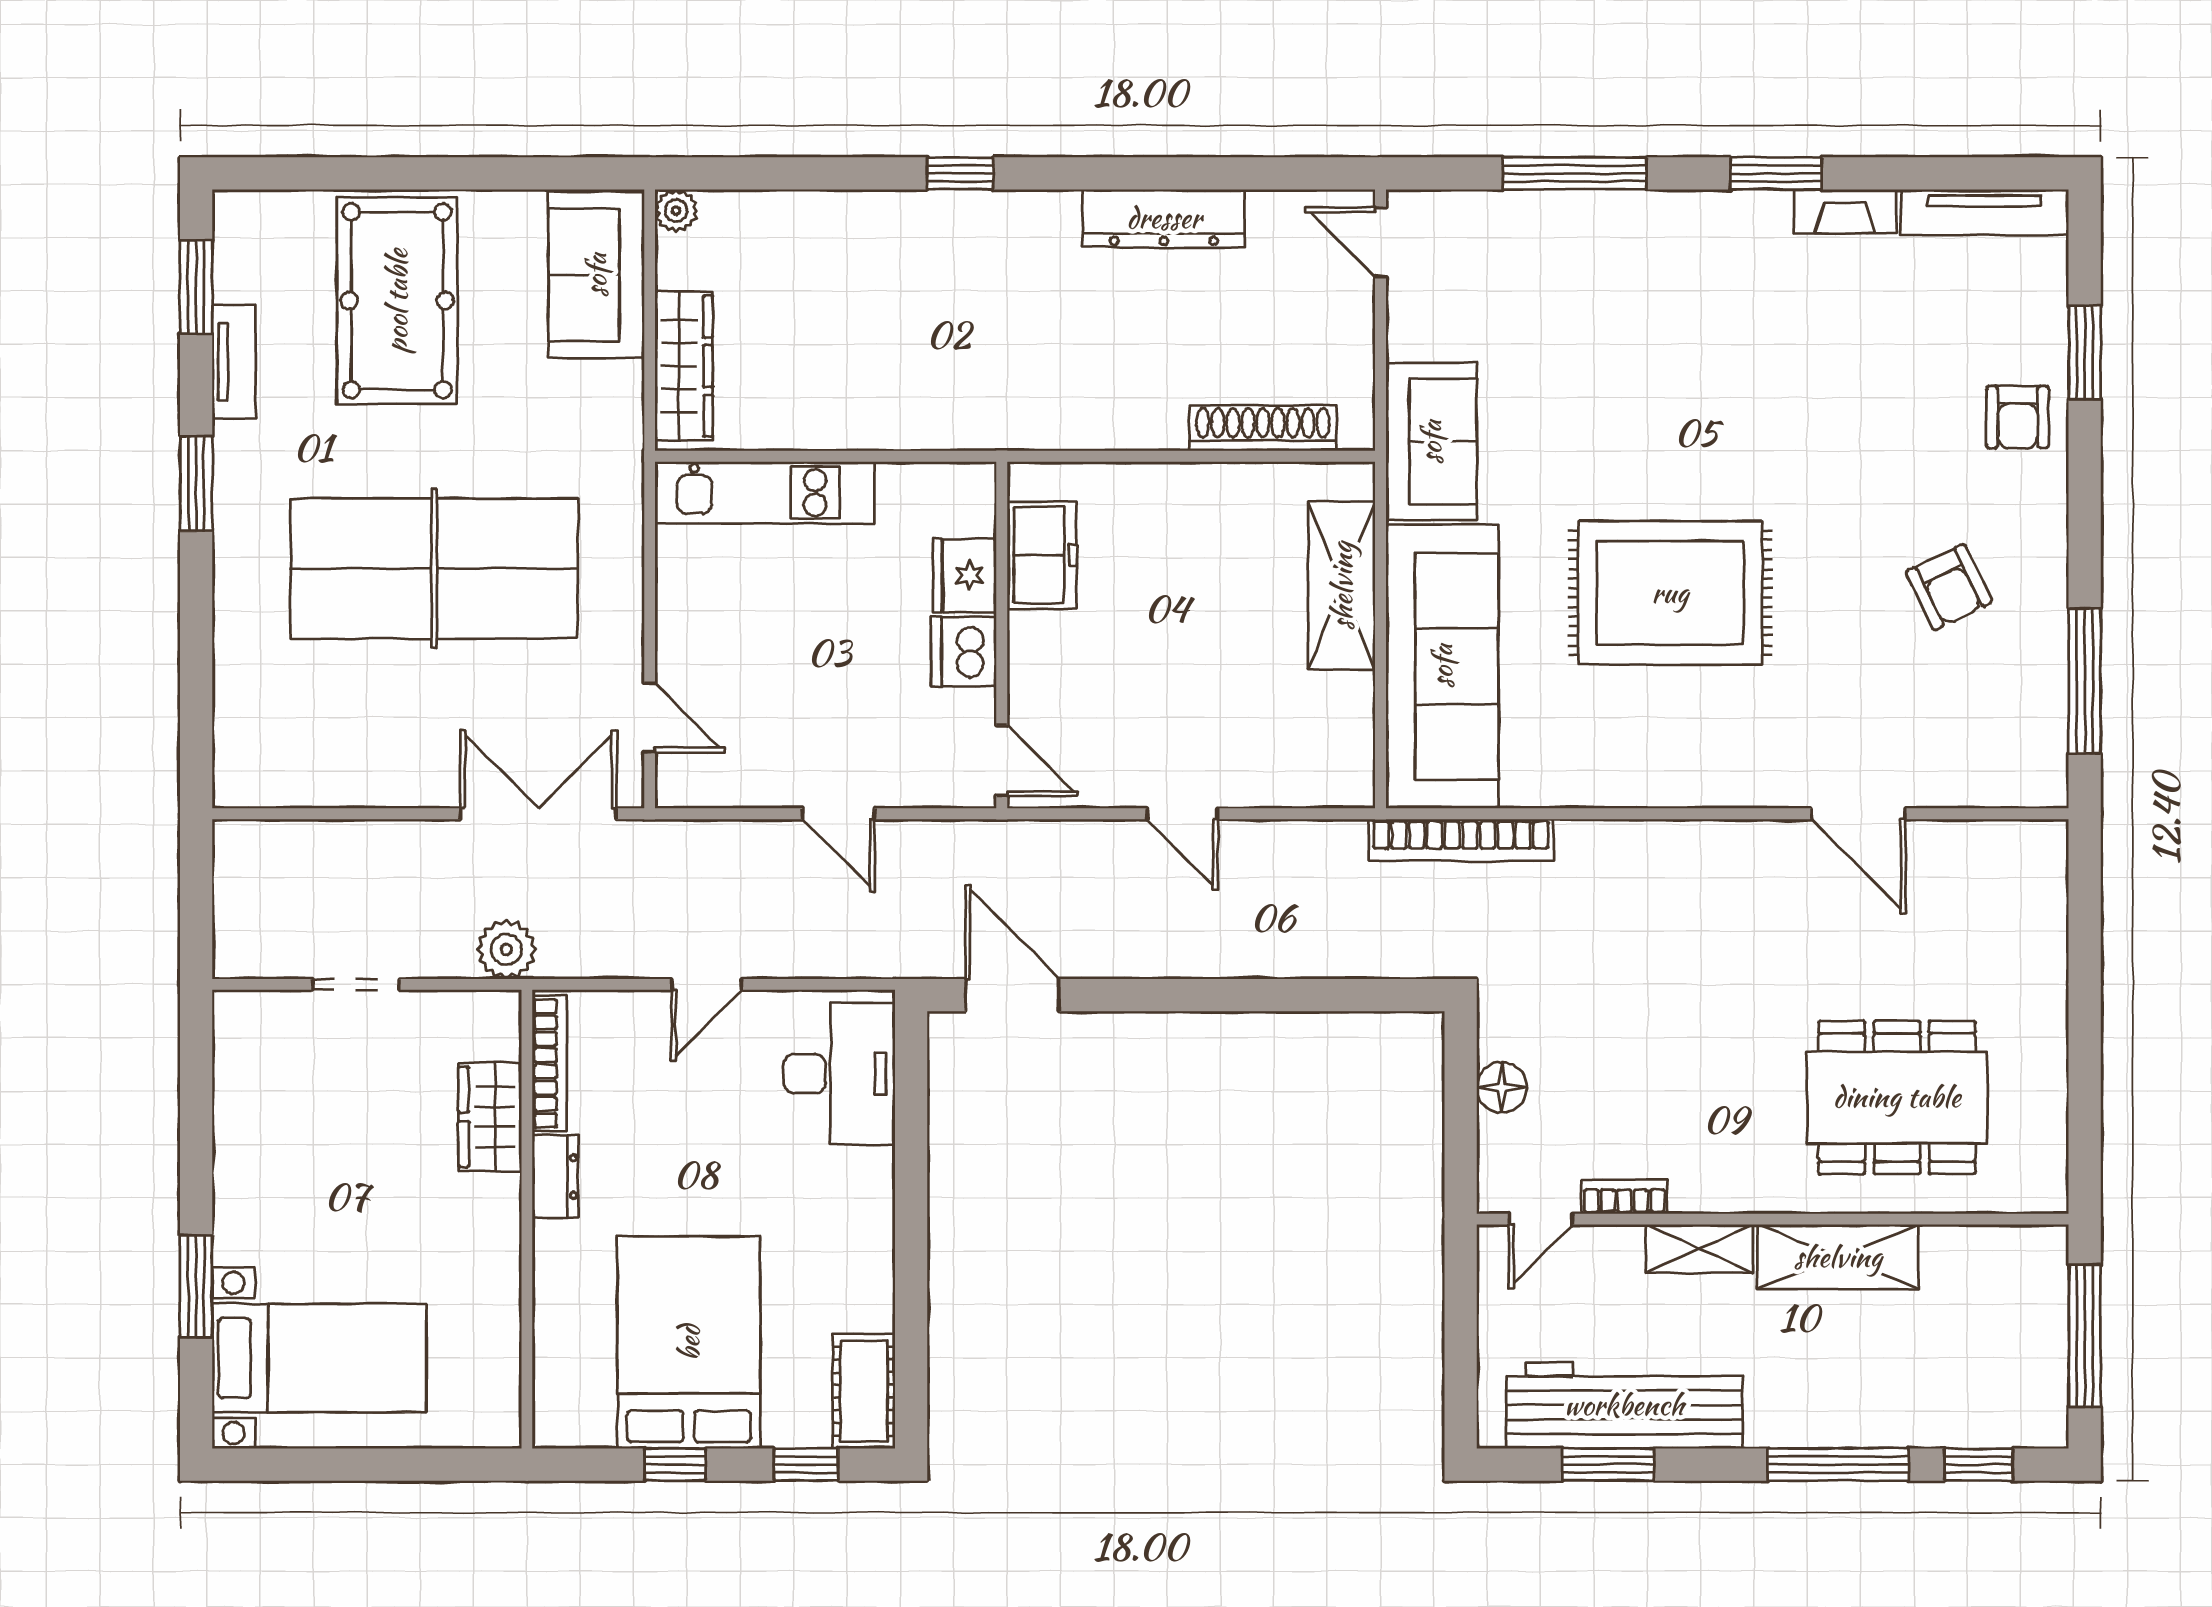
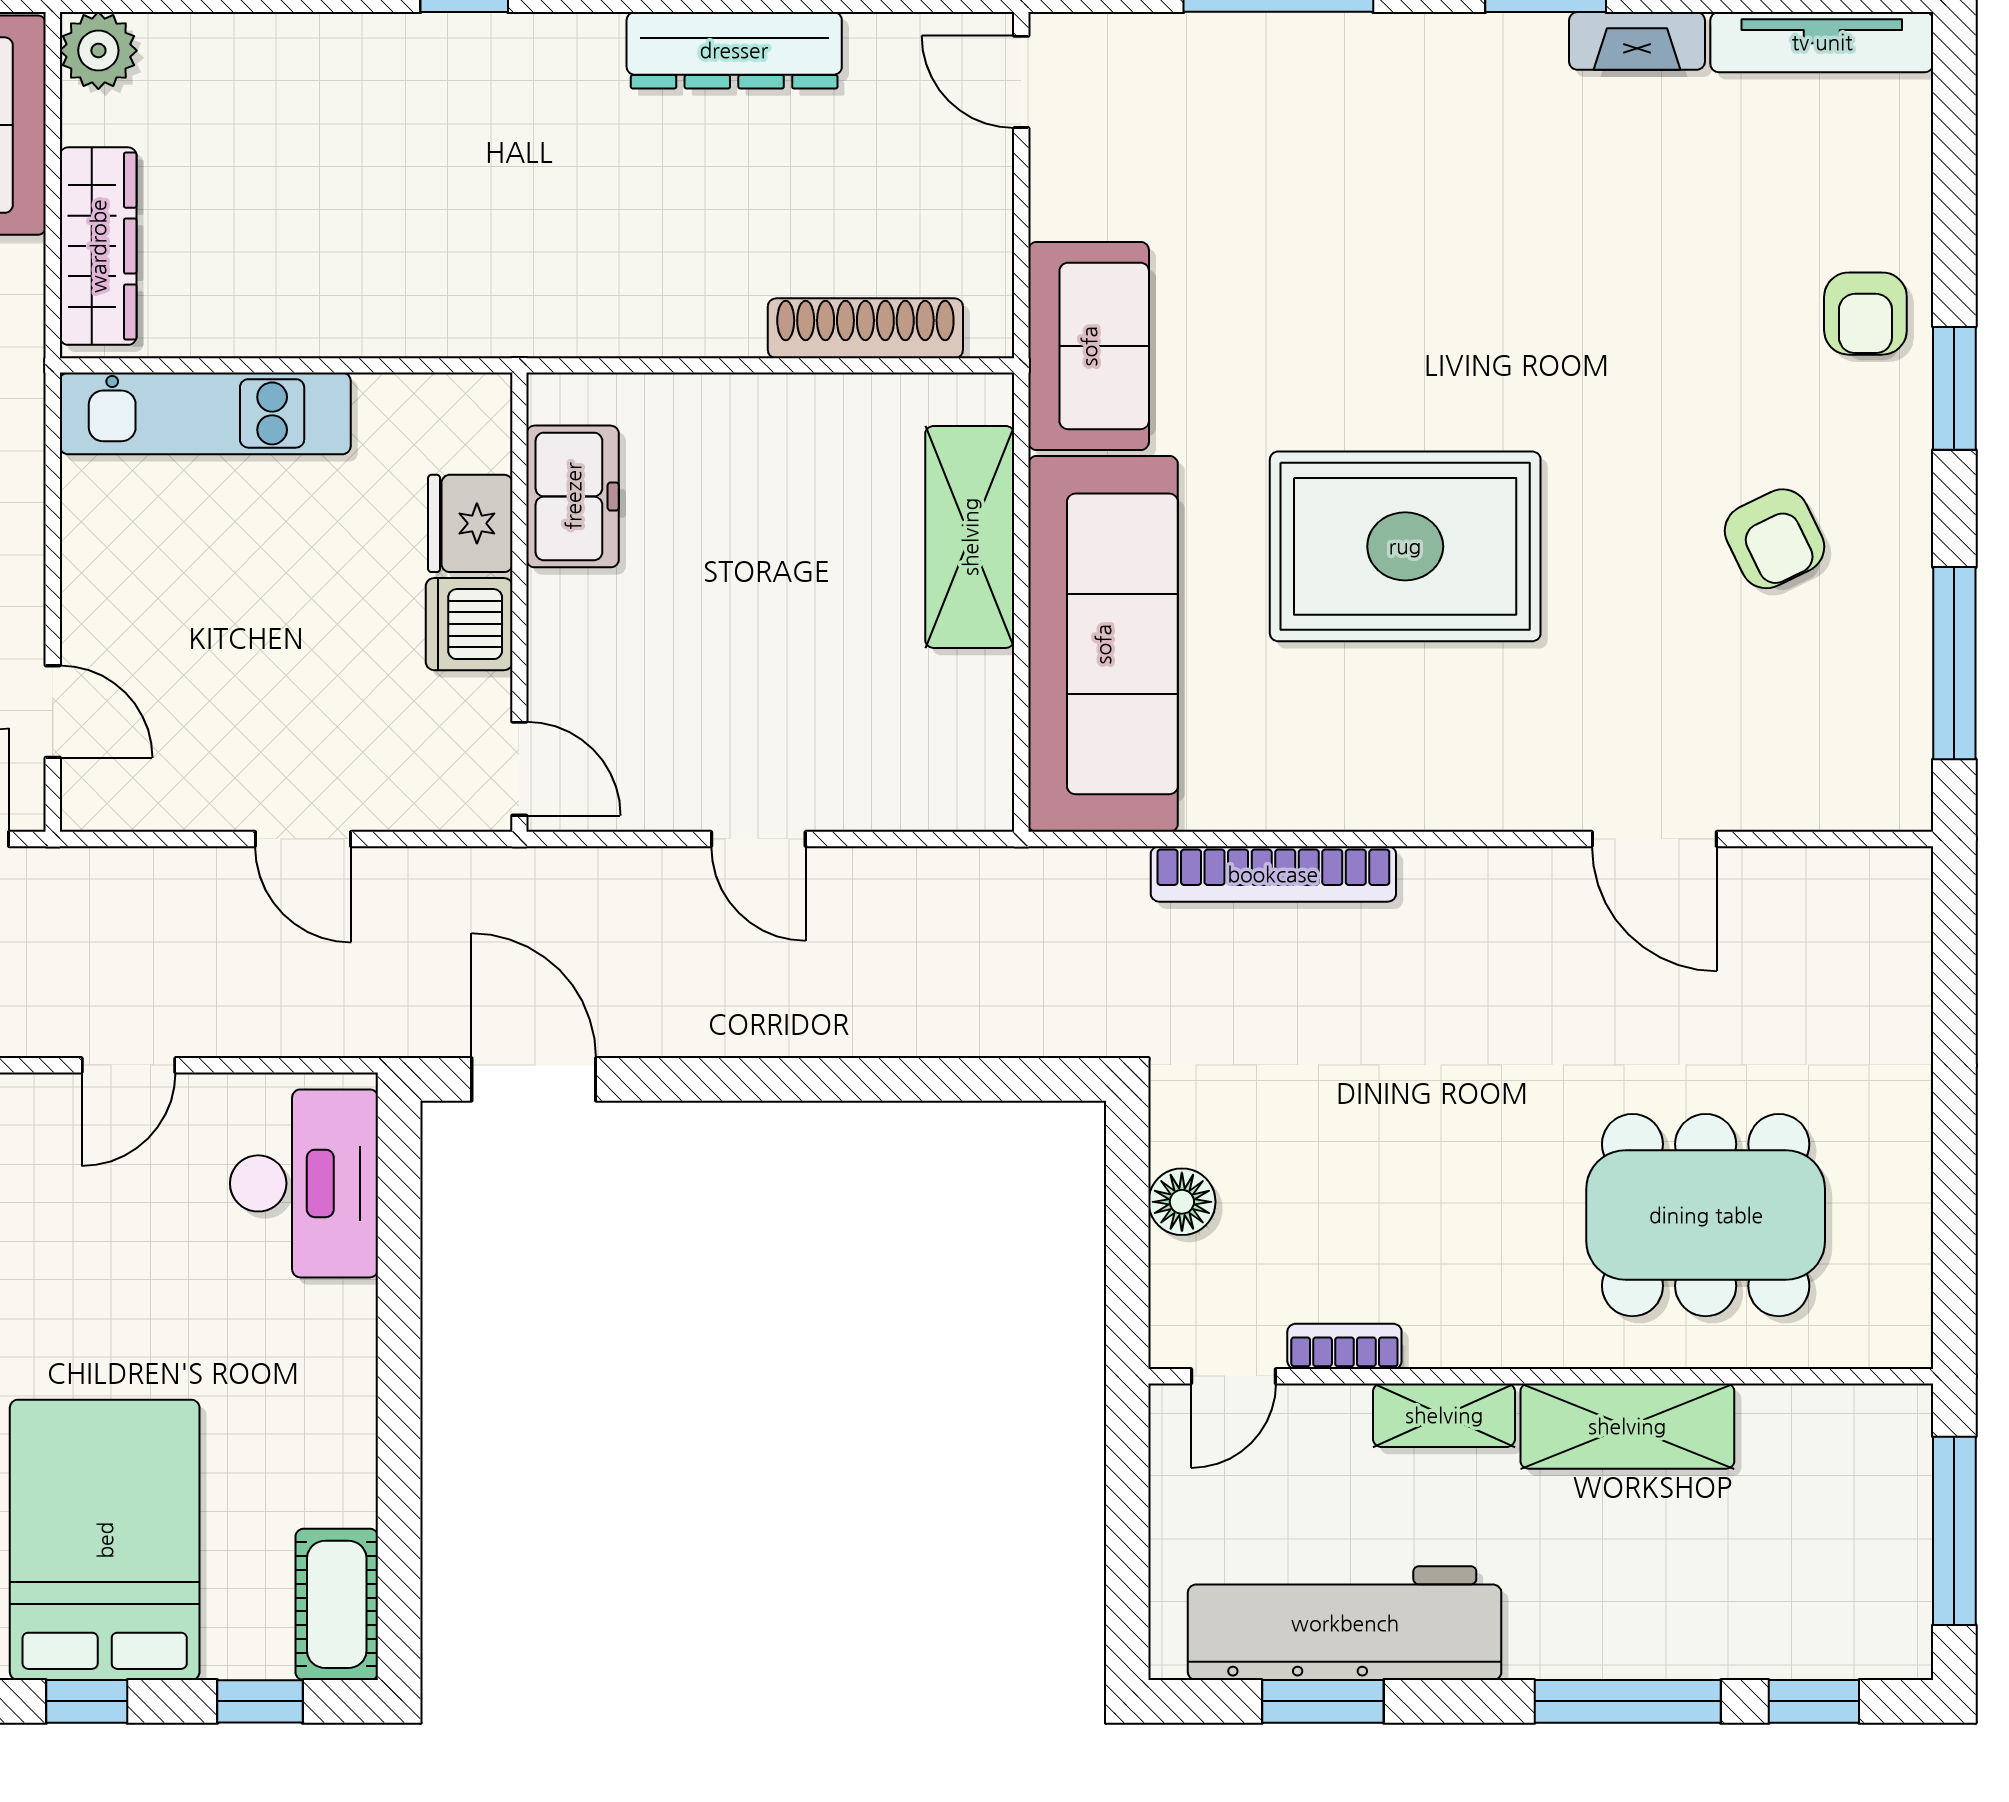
plant: (676, 211) -> (98, 51), width x1.38, depth x1.38
window: (2085, 353) -> (1954, 388), moved
bookcase: (1461, 840) -> (1273, 874), moved

